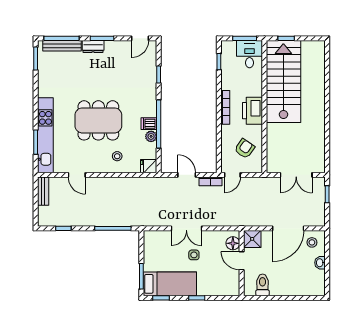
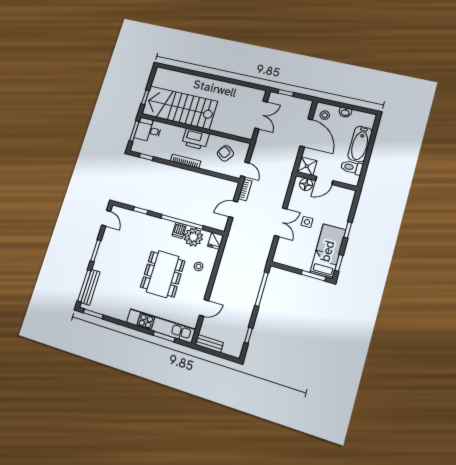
dresser: (93, 46) -> (100, 260), removed
plant: (151, 136) -> (193, 237), width x1.87, depth x1.87
bathtub: (289, 287) -> (360, 144), added

